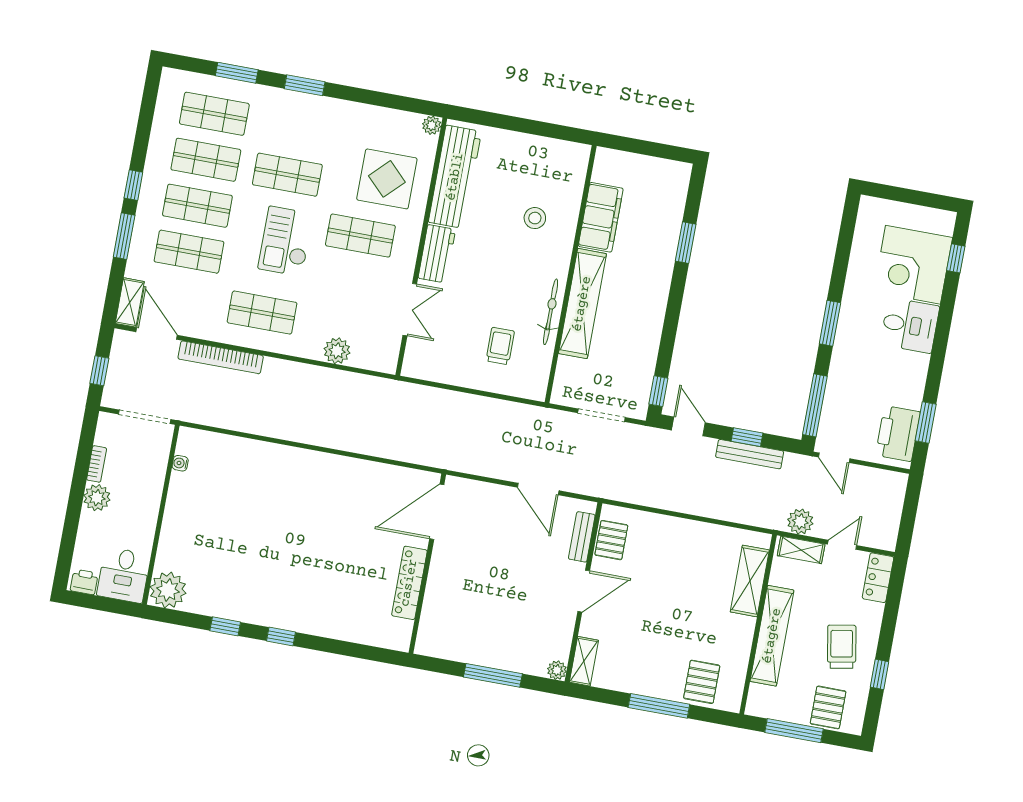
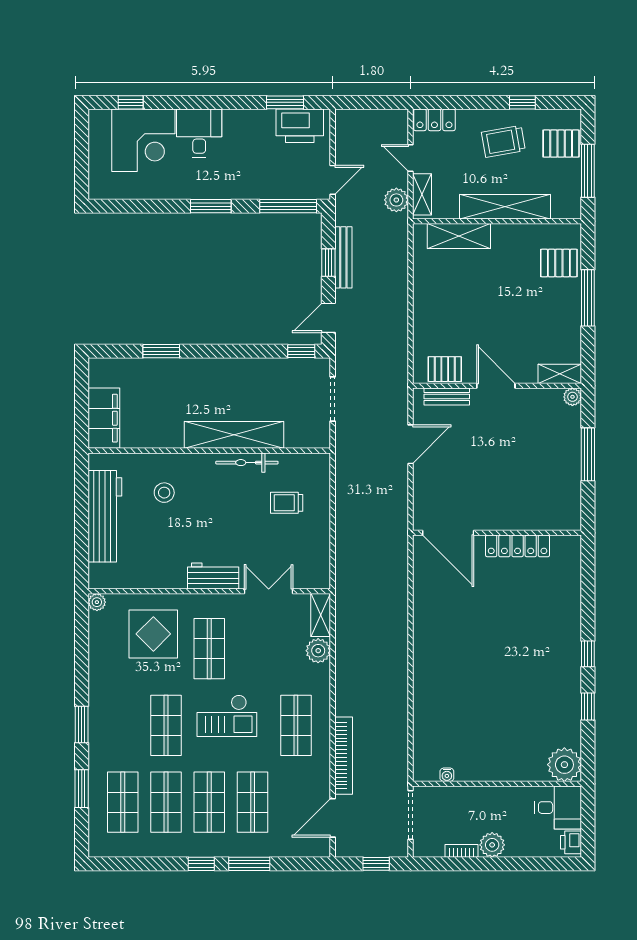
workbench: (455, 177) -> (105, 516), moved, turned 90
filing cabinet: (601, 217) -> (104, 418), moved, turned 90
shelving: (130, 302) -> (321, 615), moved, turned 90

